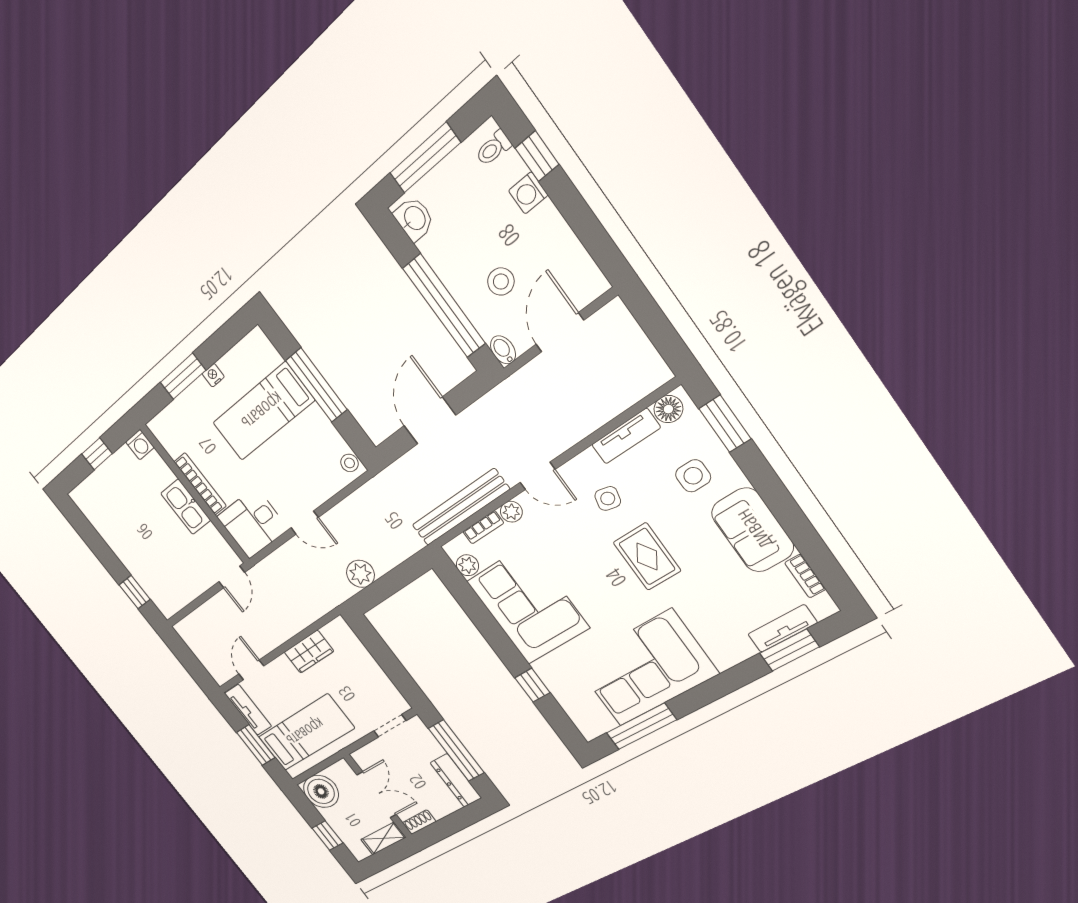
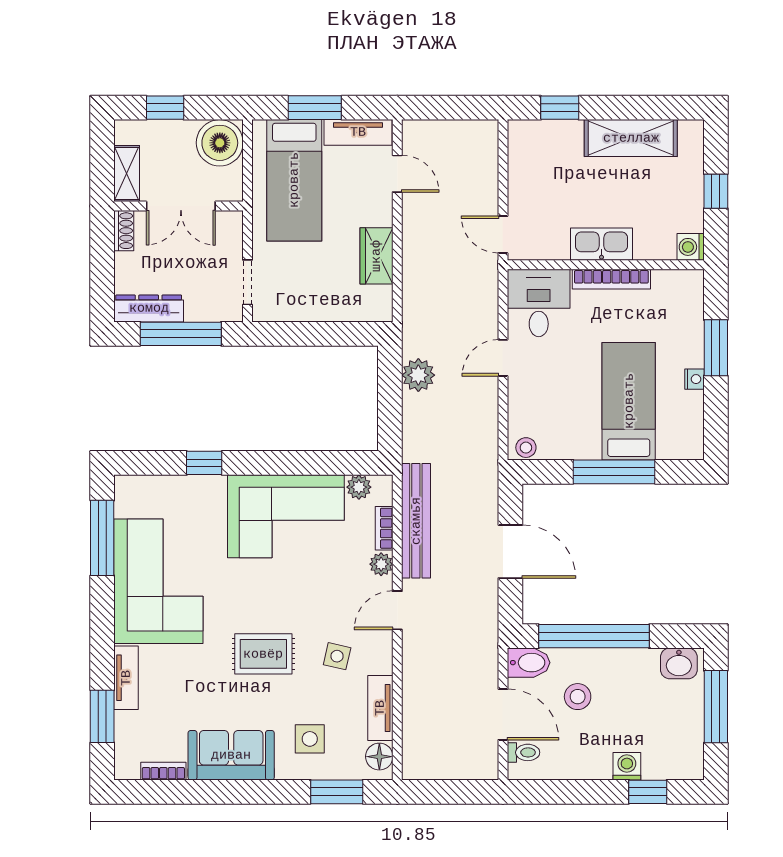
toilet: (493, 148) -> (523, 752), moved, turned 90
bidet: (503, 350) -> (529, 663), width x1.38, depth x1.36
shelving: (114, 534) -> (631, 138), added
tv unit: (782, 629) -> (126, 678), moved

